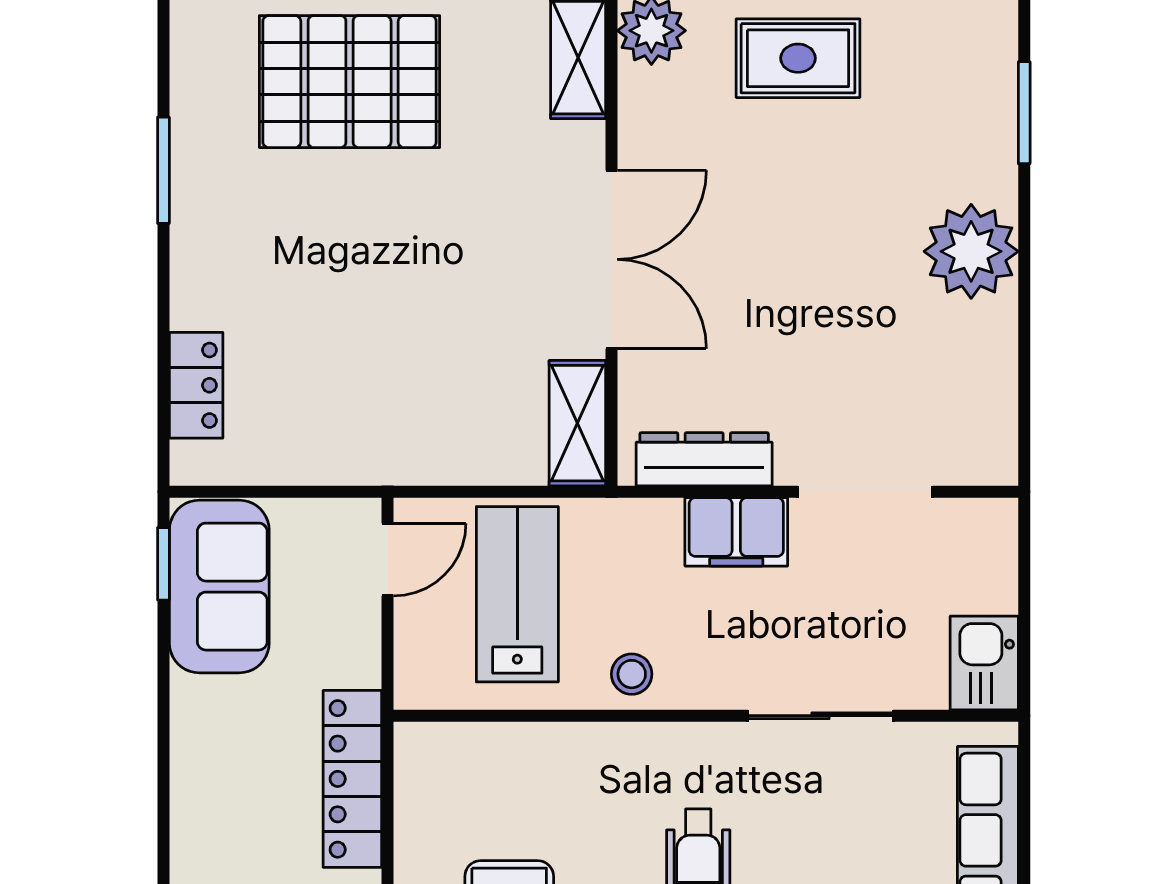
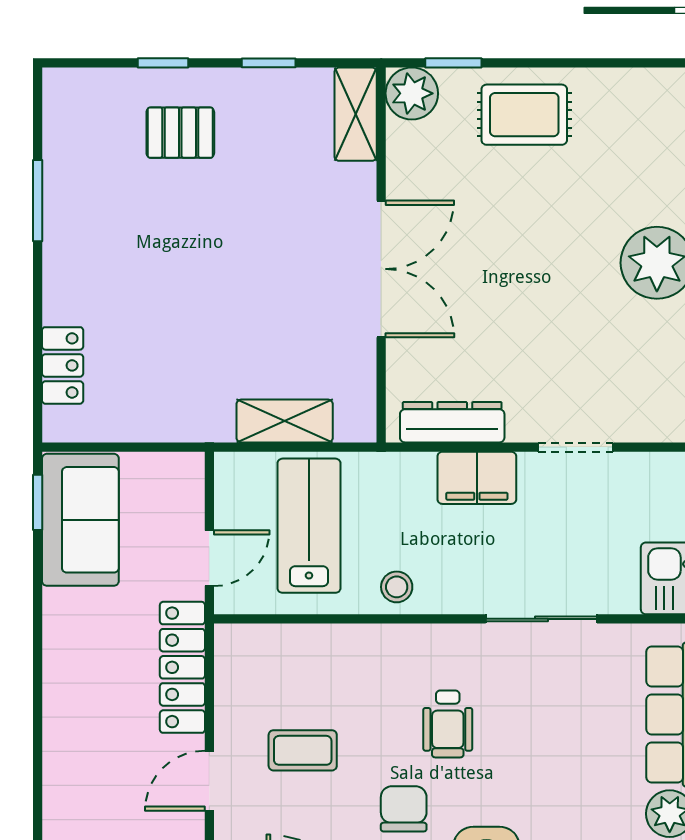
pallet: (350, 82) -> (180, 133), width x0.49, depth x0.50
shelving: (577, 423) -> (285, 421), moved, turned 90
doorway: (865, 492) -> (576, 447), width x0.73
door: (387, 560) -> (209, 558), moved

